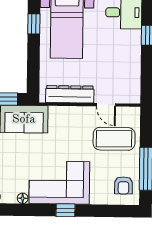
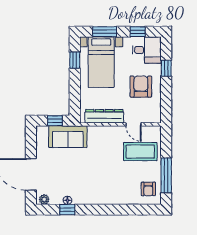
armchair: (116, 58) -> (141, 87), added
corner sofa: (59, 183) -> (97, 187), removed
window: (65, 210) -> (67, 210), moved

